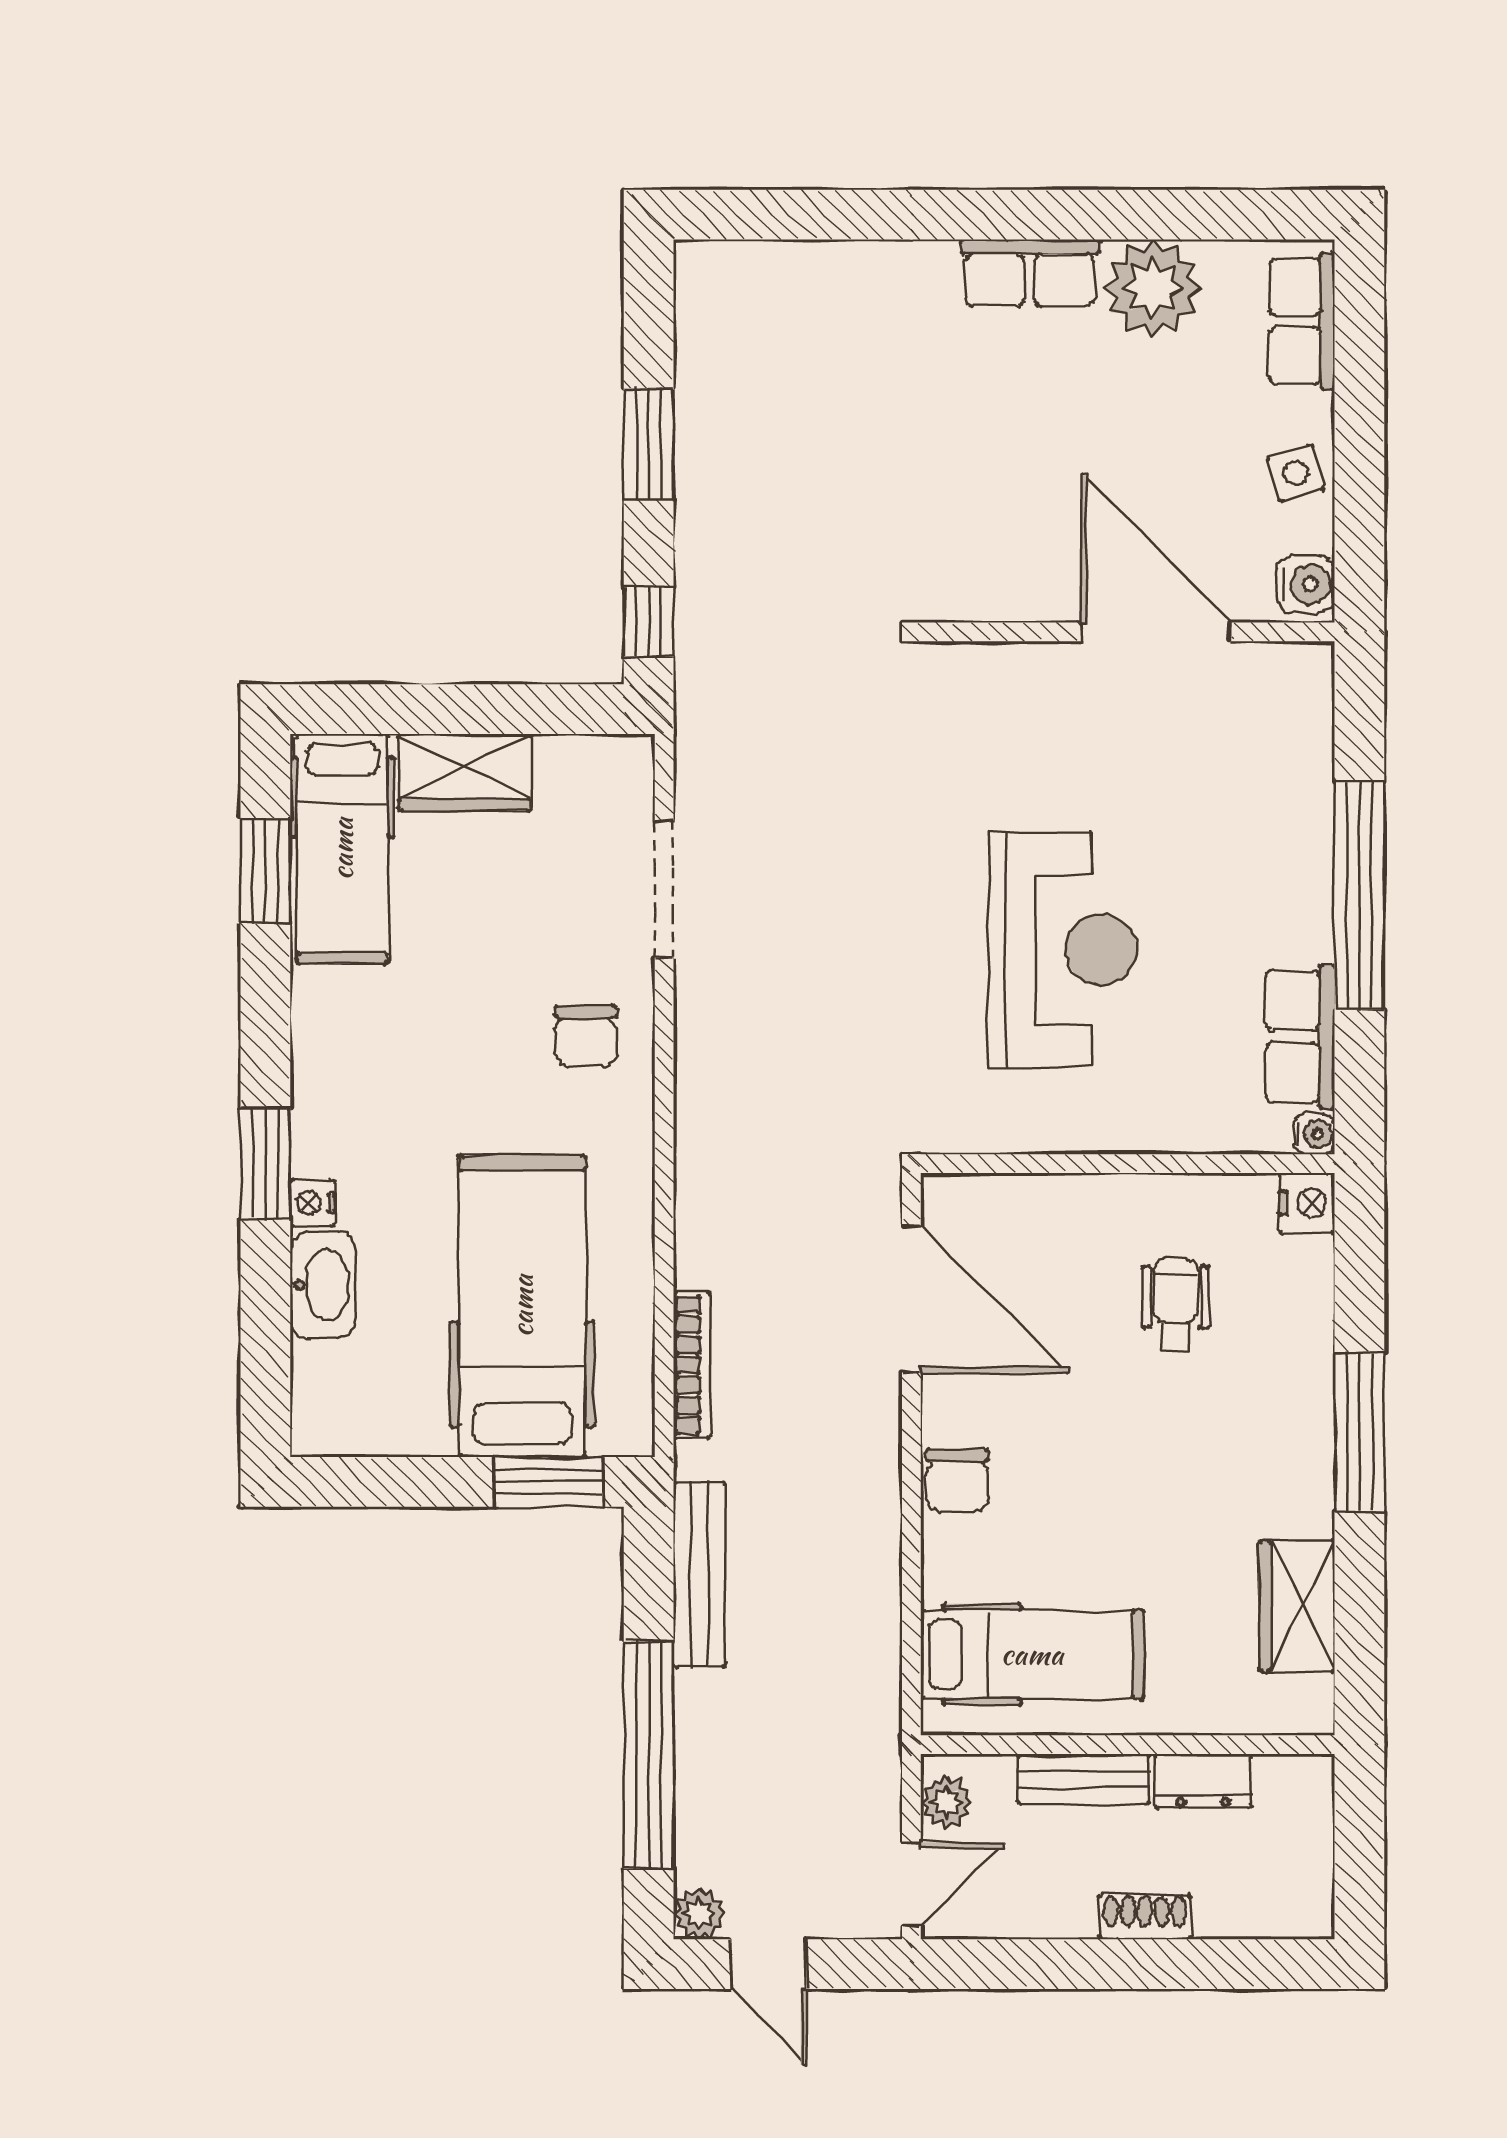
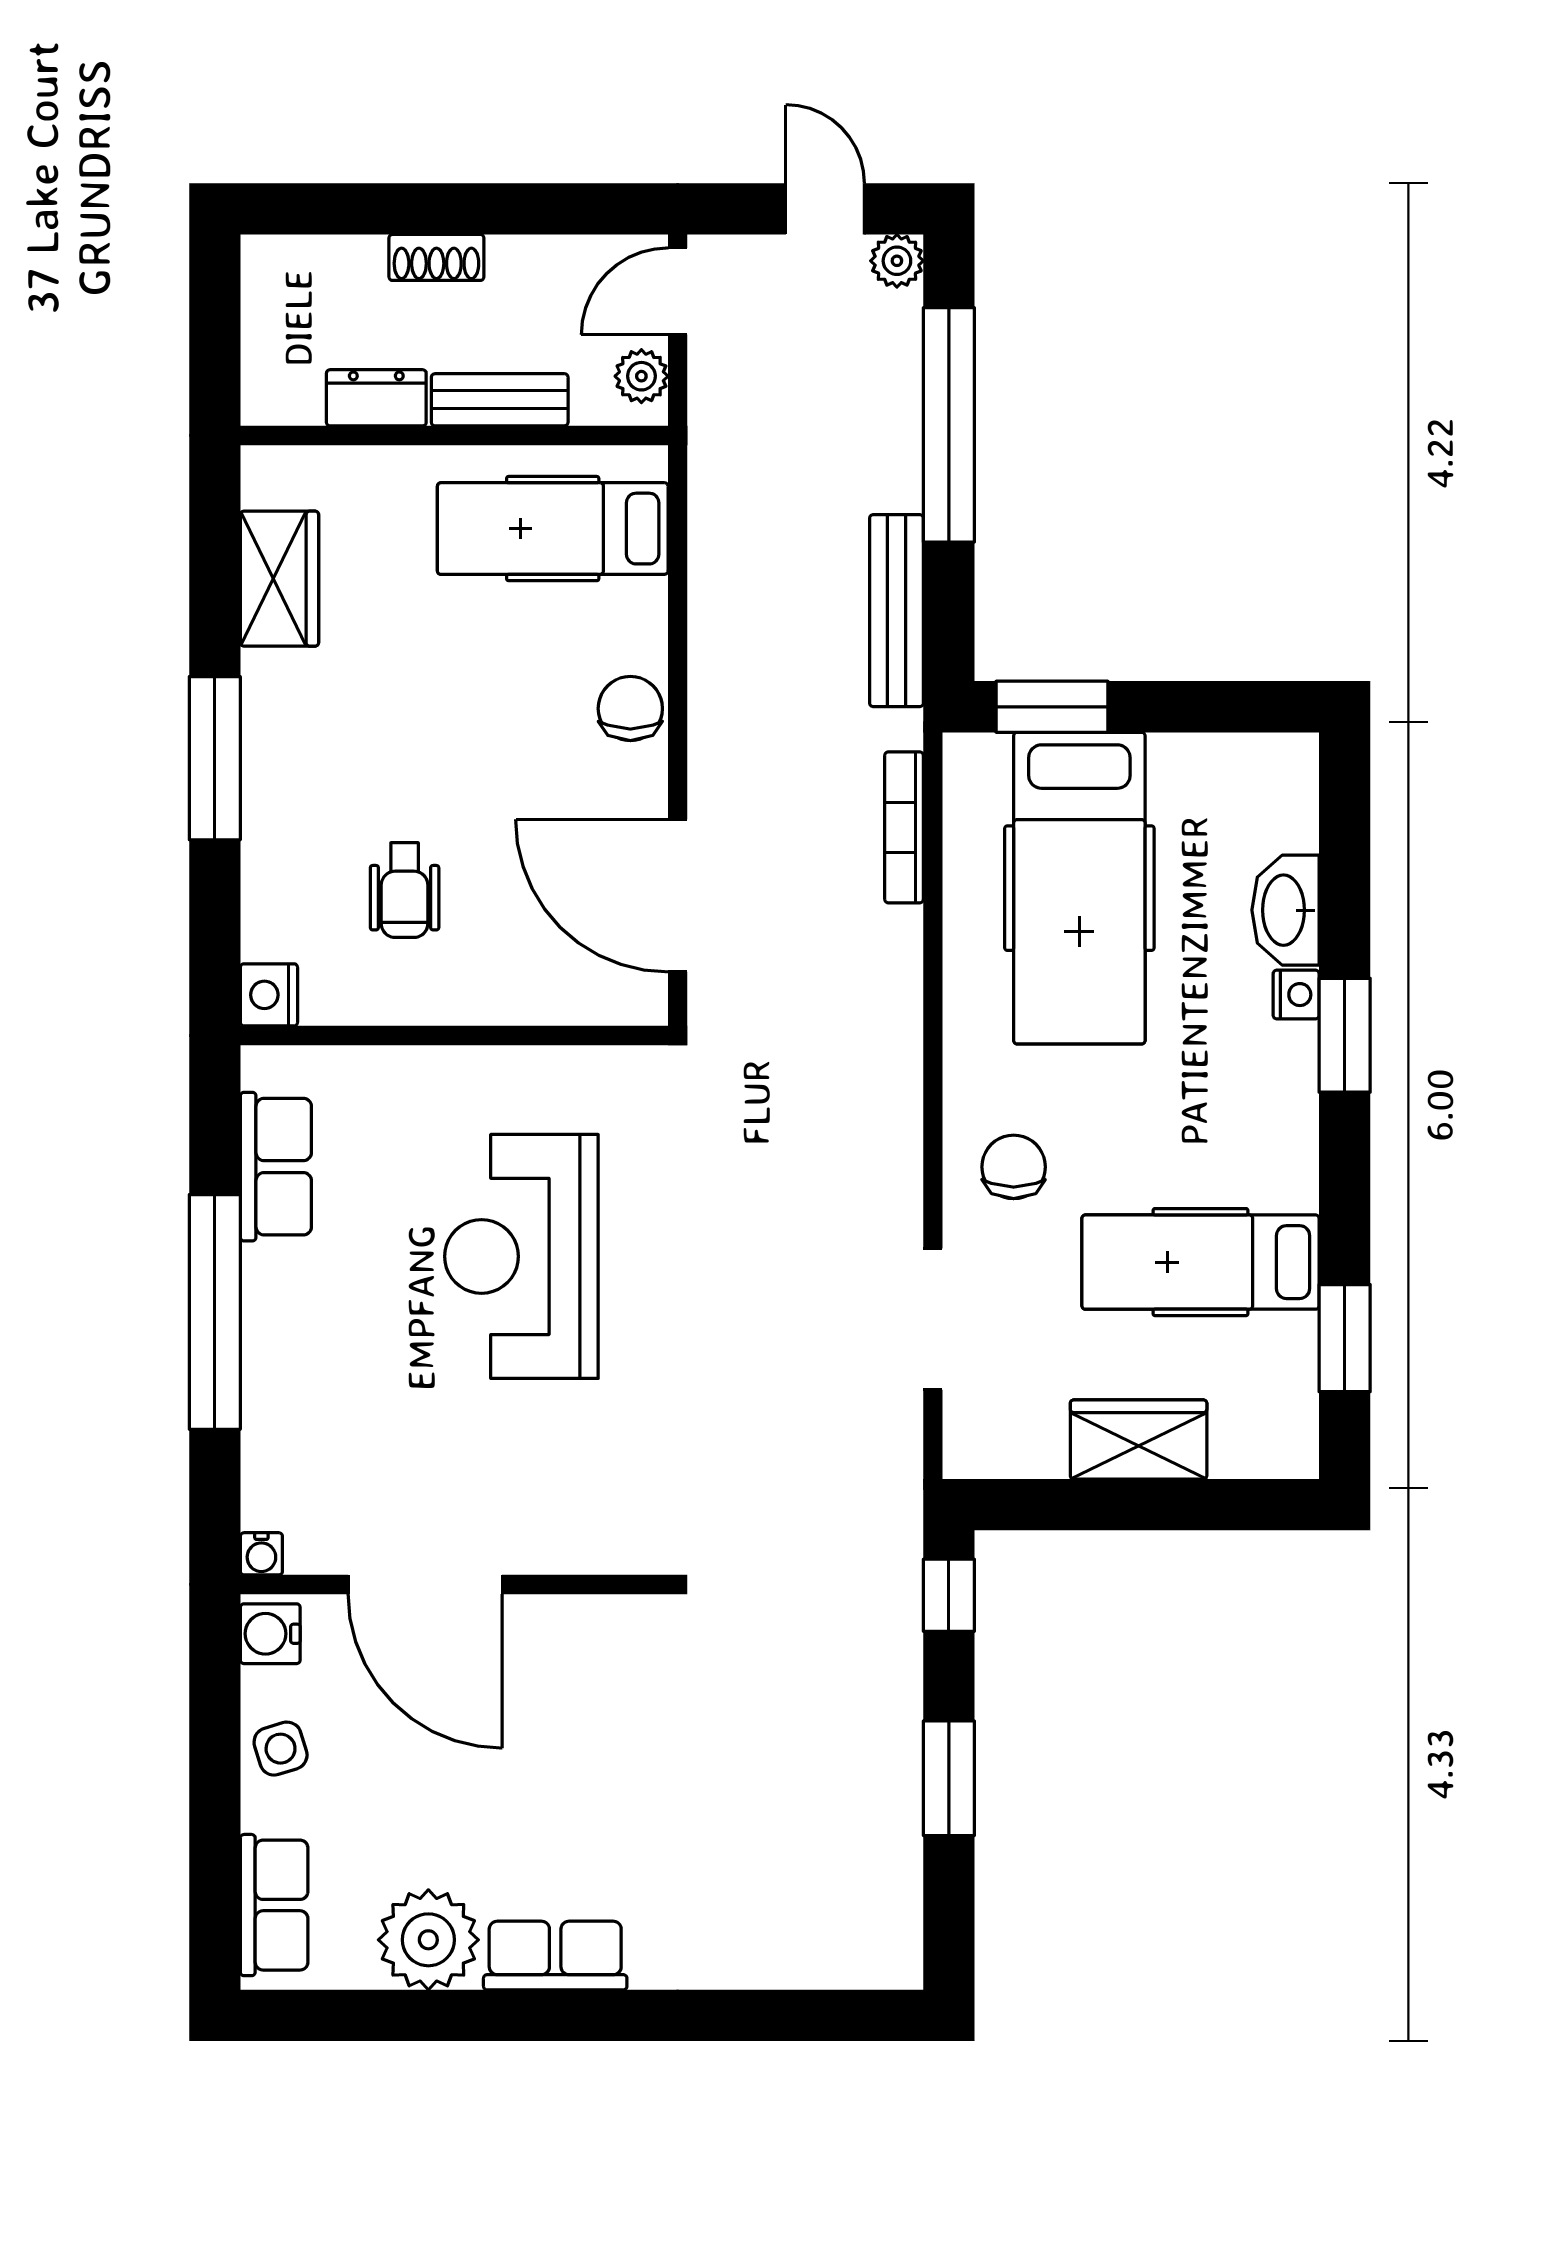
hospital bed: (342, 849) -> (1201, 1262), moved, turned -90
water cooler: (1314, 1134) -> (261, 1554), moved, turned -90

